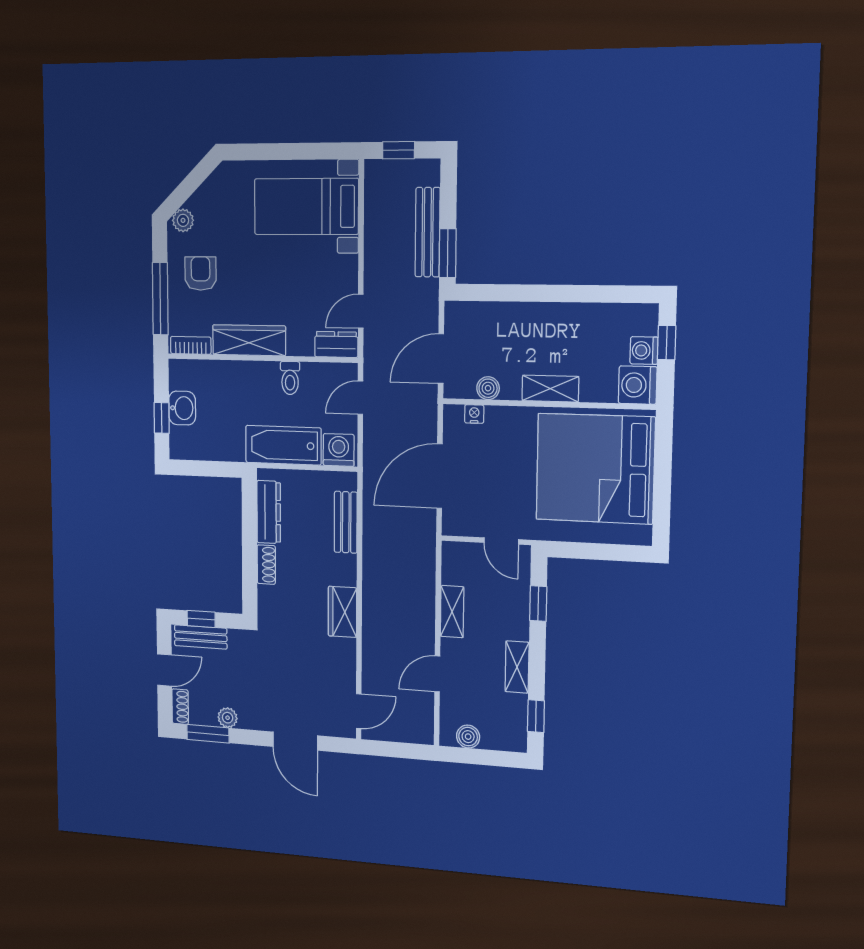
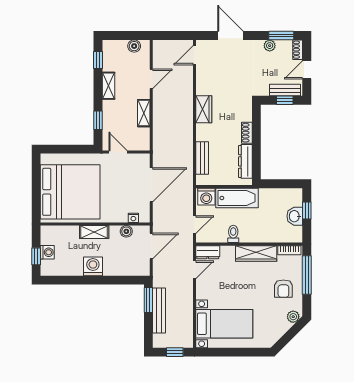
washing machine: (638, 385) -> (93, 266), moved, turned -90

